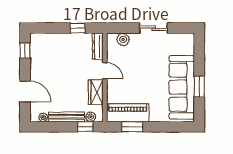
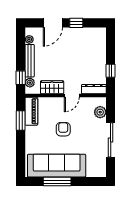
sliding door: (154, 28) -> (111, 140), width x1.37
window: (25, 51) -> (76, 23), moved
armchair: (142, 80) -> (63, 129), added
window: (199, 87) -> (57, 182), width x1.44
piano: (128, 113) -> (31, 111), width x0.73, depth x0.75

